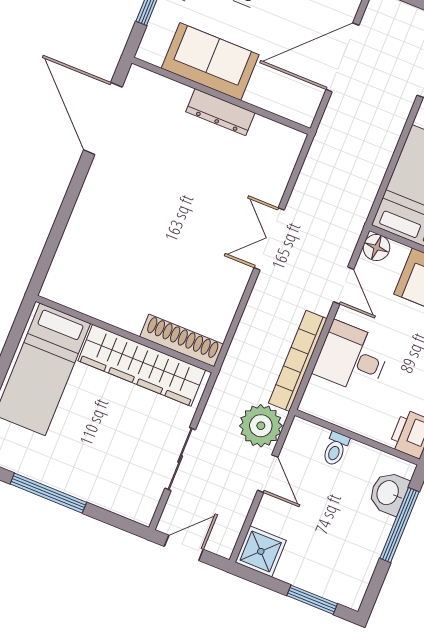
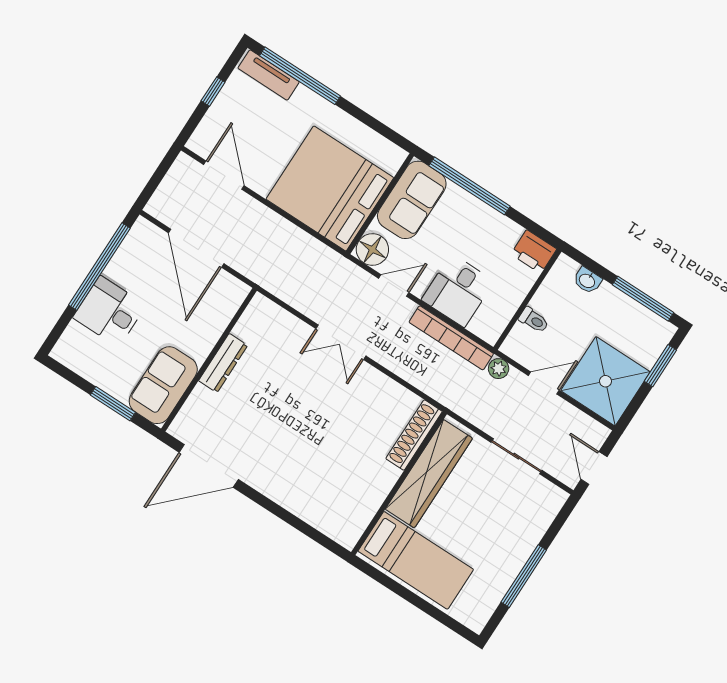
sofa: (210, 61) -> (163, 385), moved
floor lamp: (376, 247) -> (372, 249), width x1.38, depth x1.38
plant: (261, 426) -> (499, 369), width x0.53, depth x0.53
washbasin: (389, 493) -> (587, 280), width x0.72, depth x0.69
window: (400, 525) -> (643, 299), moved
shower: (261, 551) -> (605, 381), width x1.86, depth x1.86

